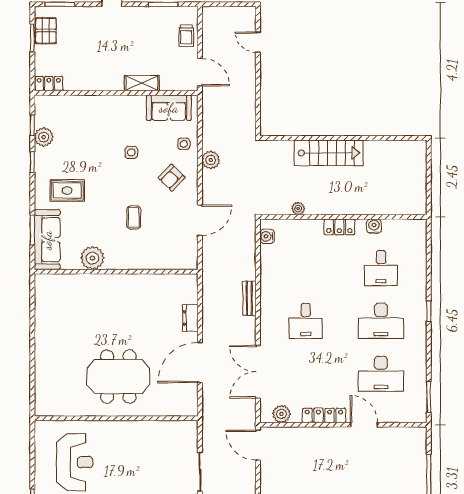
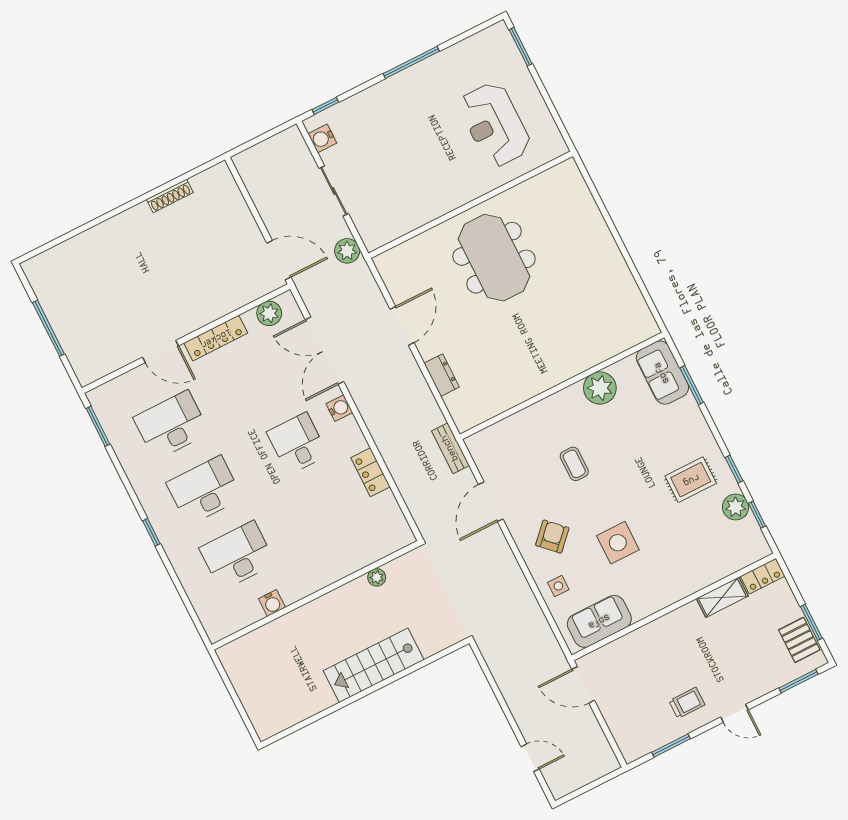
trolley: (186, 36) -> (687, 703), moved, turned 90
shelving: (142, 83) -> (722, 597), moved
side table: (131, 152) -> (618, 543), width x1.87, depth x1.87
plant: (211, 160) -> (347, 251), moved
rug: (67, 191) -> (691, 480), moved
locker: (339, 227) -> (370, 472), moved, turned -90
water cooler: (267, 236) -> (339, 408), moved
sofa: (47, 240) -> (662, 373), width x0.73
desk: (381, 268) -> (237, 556), width x1.37
bench: (249, 298) -> (450, 448), moved
door: (200, 363) -> (402, 326), width x0.73
double door: (258, 372) -> (325, 351), swing flipped
meeting table: (118, 377) -> (494, 258), turned 90

